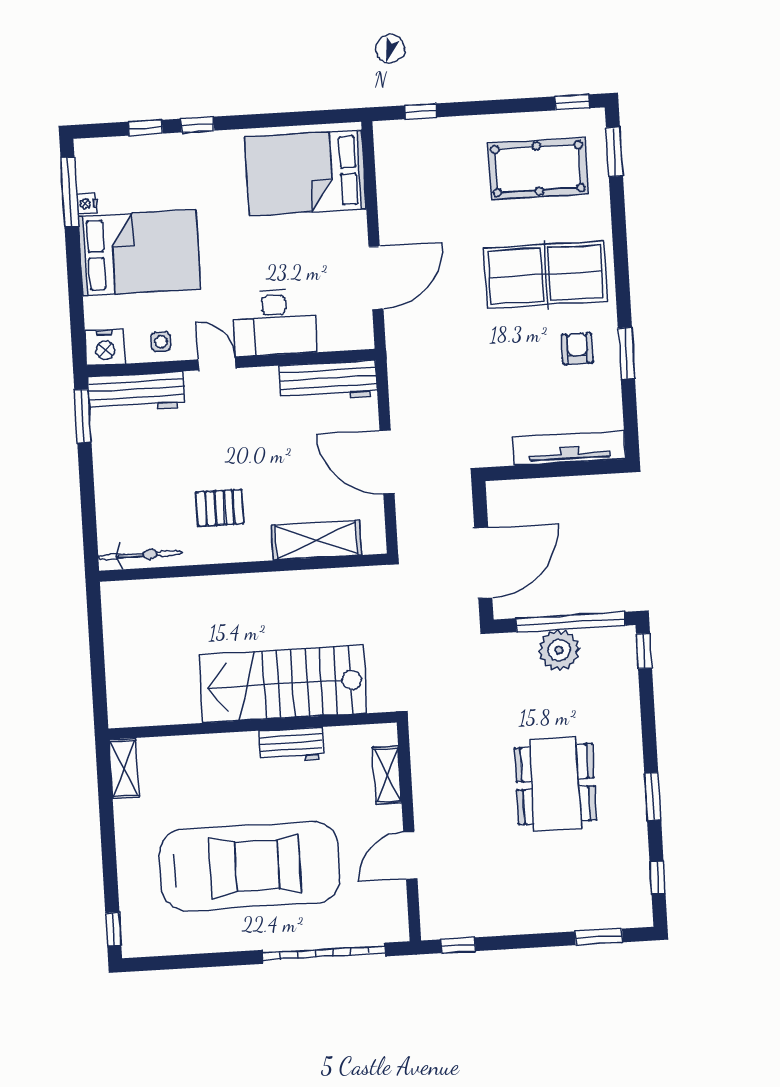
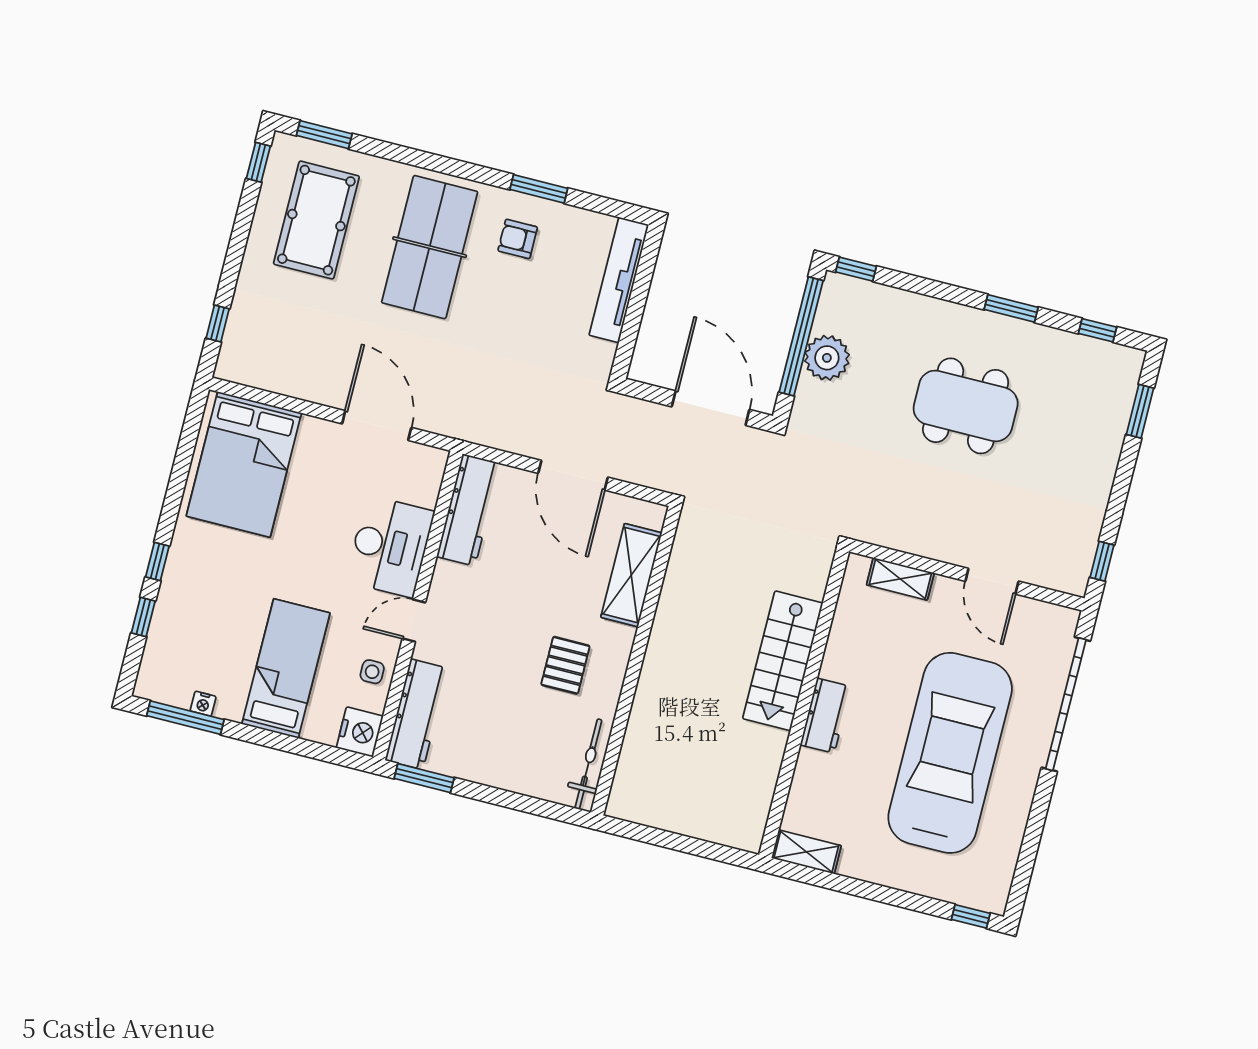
bed: (139, 253) -> (286, 668), width x0.67
door: (387, 462) -> (573, 475), hinge flipped
stairs: (283, 684) -> (783, 661), width x0.73, depth x0.66
workbench: (291, 745) -> (826, 716), moved

